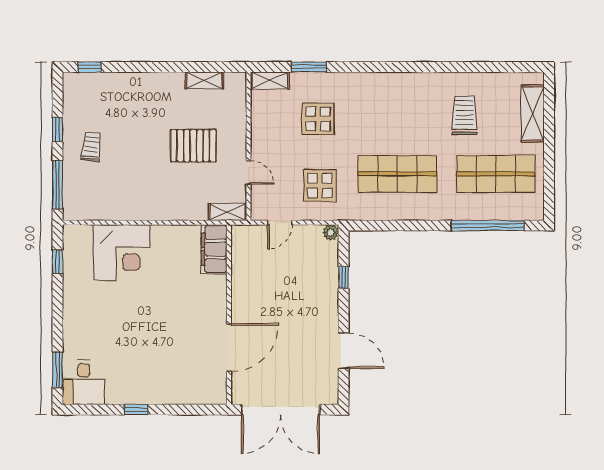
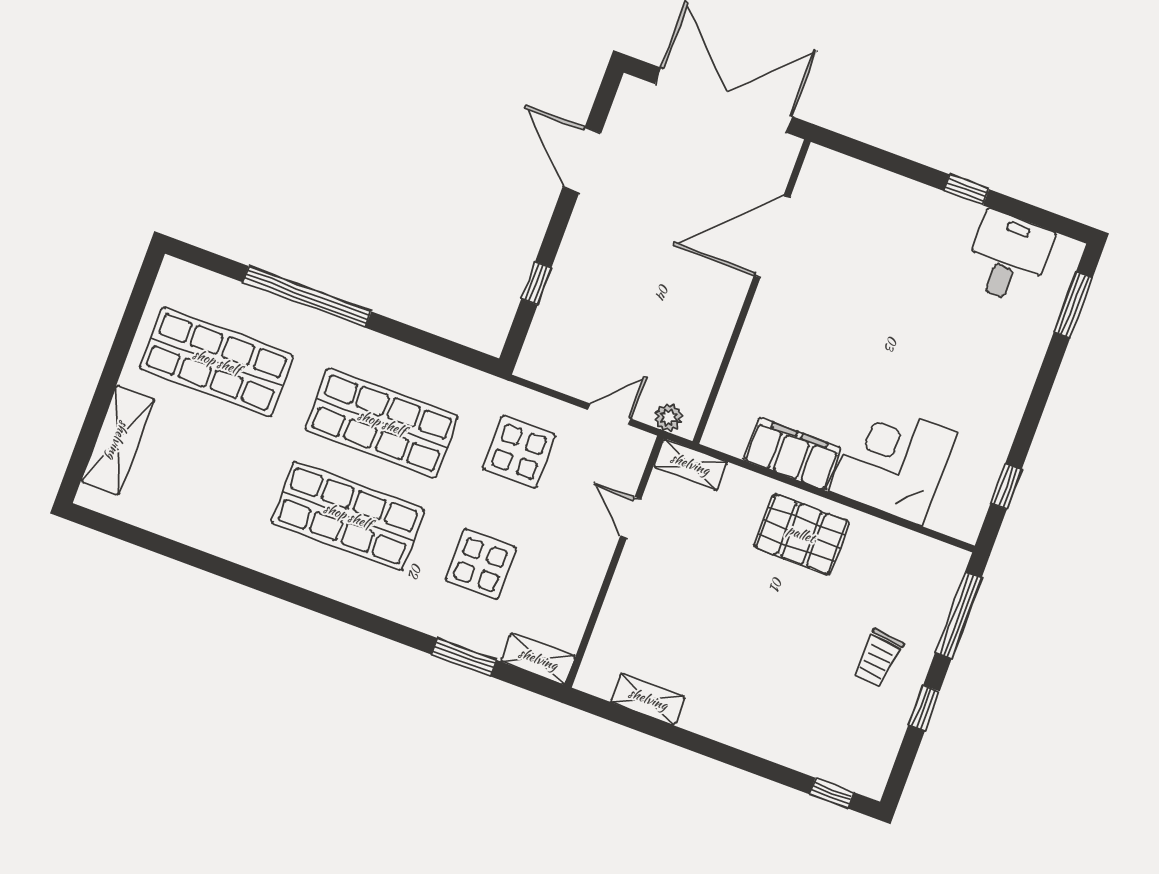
trolley: (464, 115) -> (233, 479), removed
shop shelf: (397, 119) -> (348, 516), added
pallet: (193, 146) -> (801, 534), moved
window: (488, 226) -> (307, 297), moved
plant: (331, 232) -> (669, 417), moved
filing cabinet: (214, 249) -> (792, 454), moved, turned -90
desk: (84, 382) -> (1008, 257), moved

